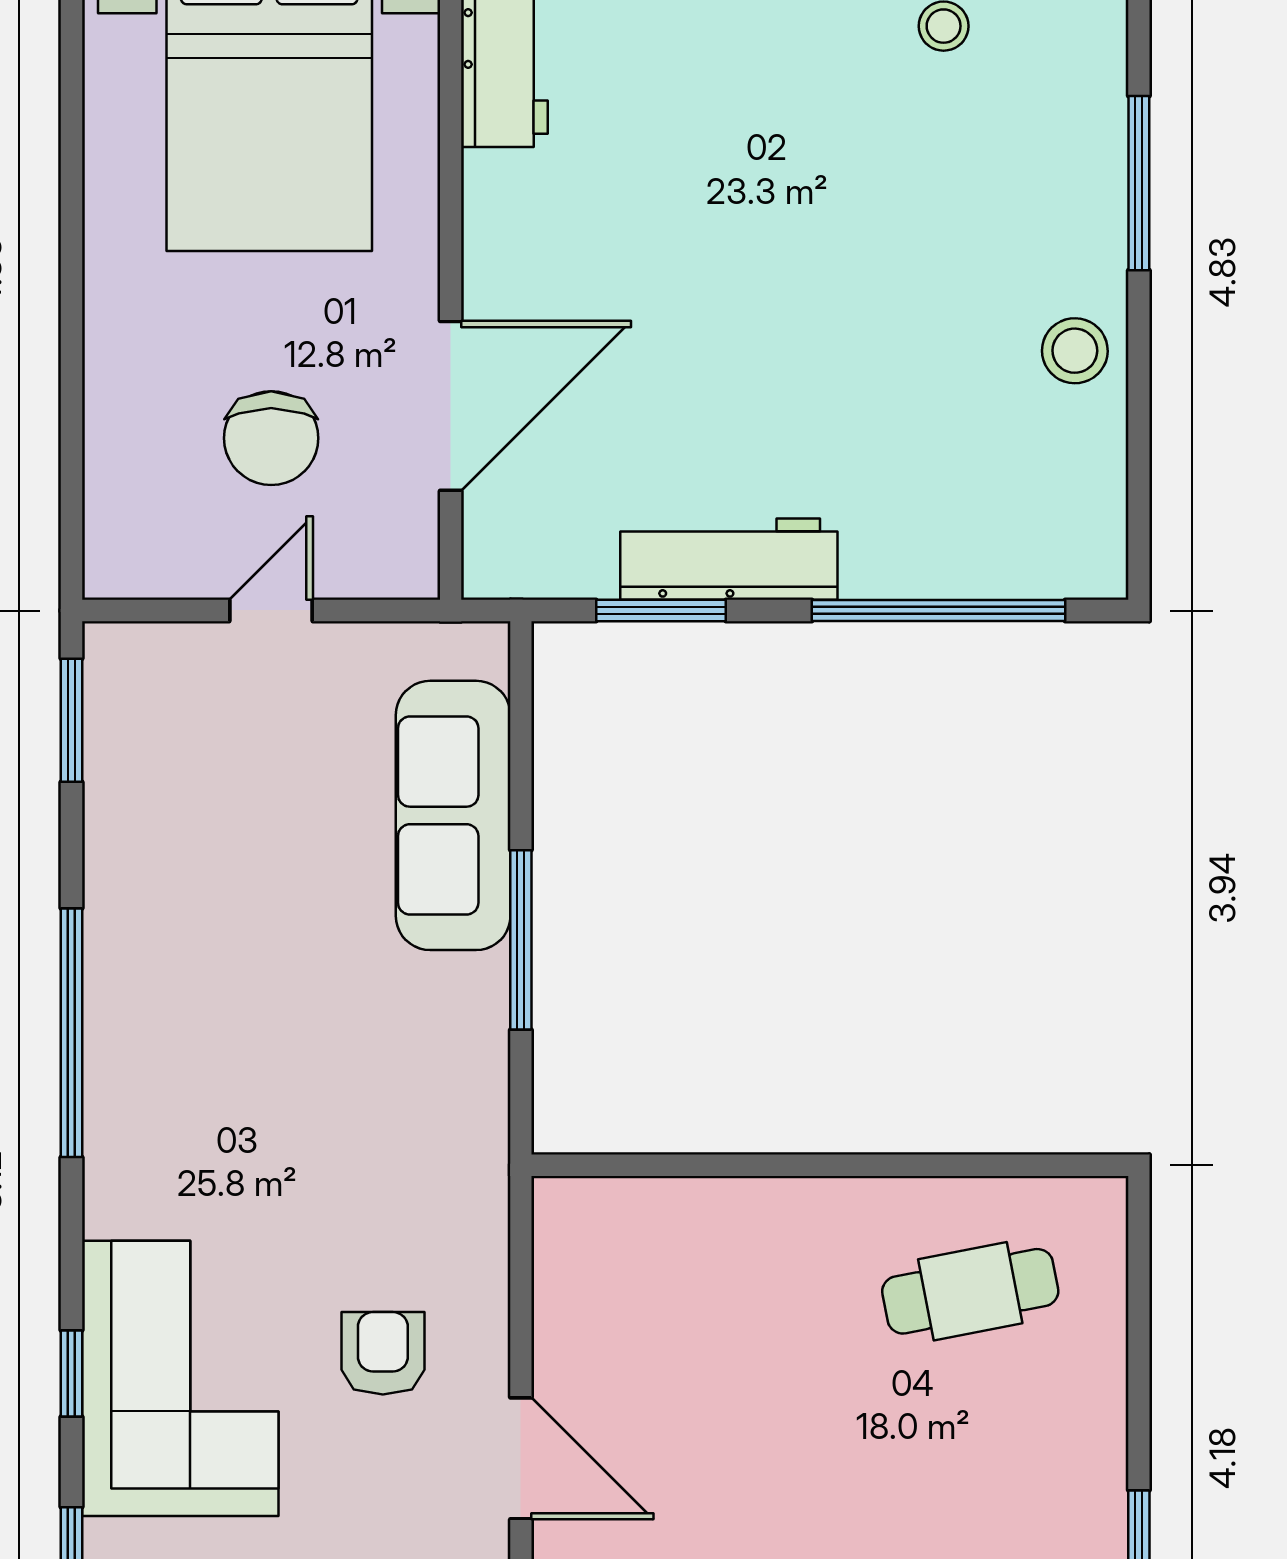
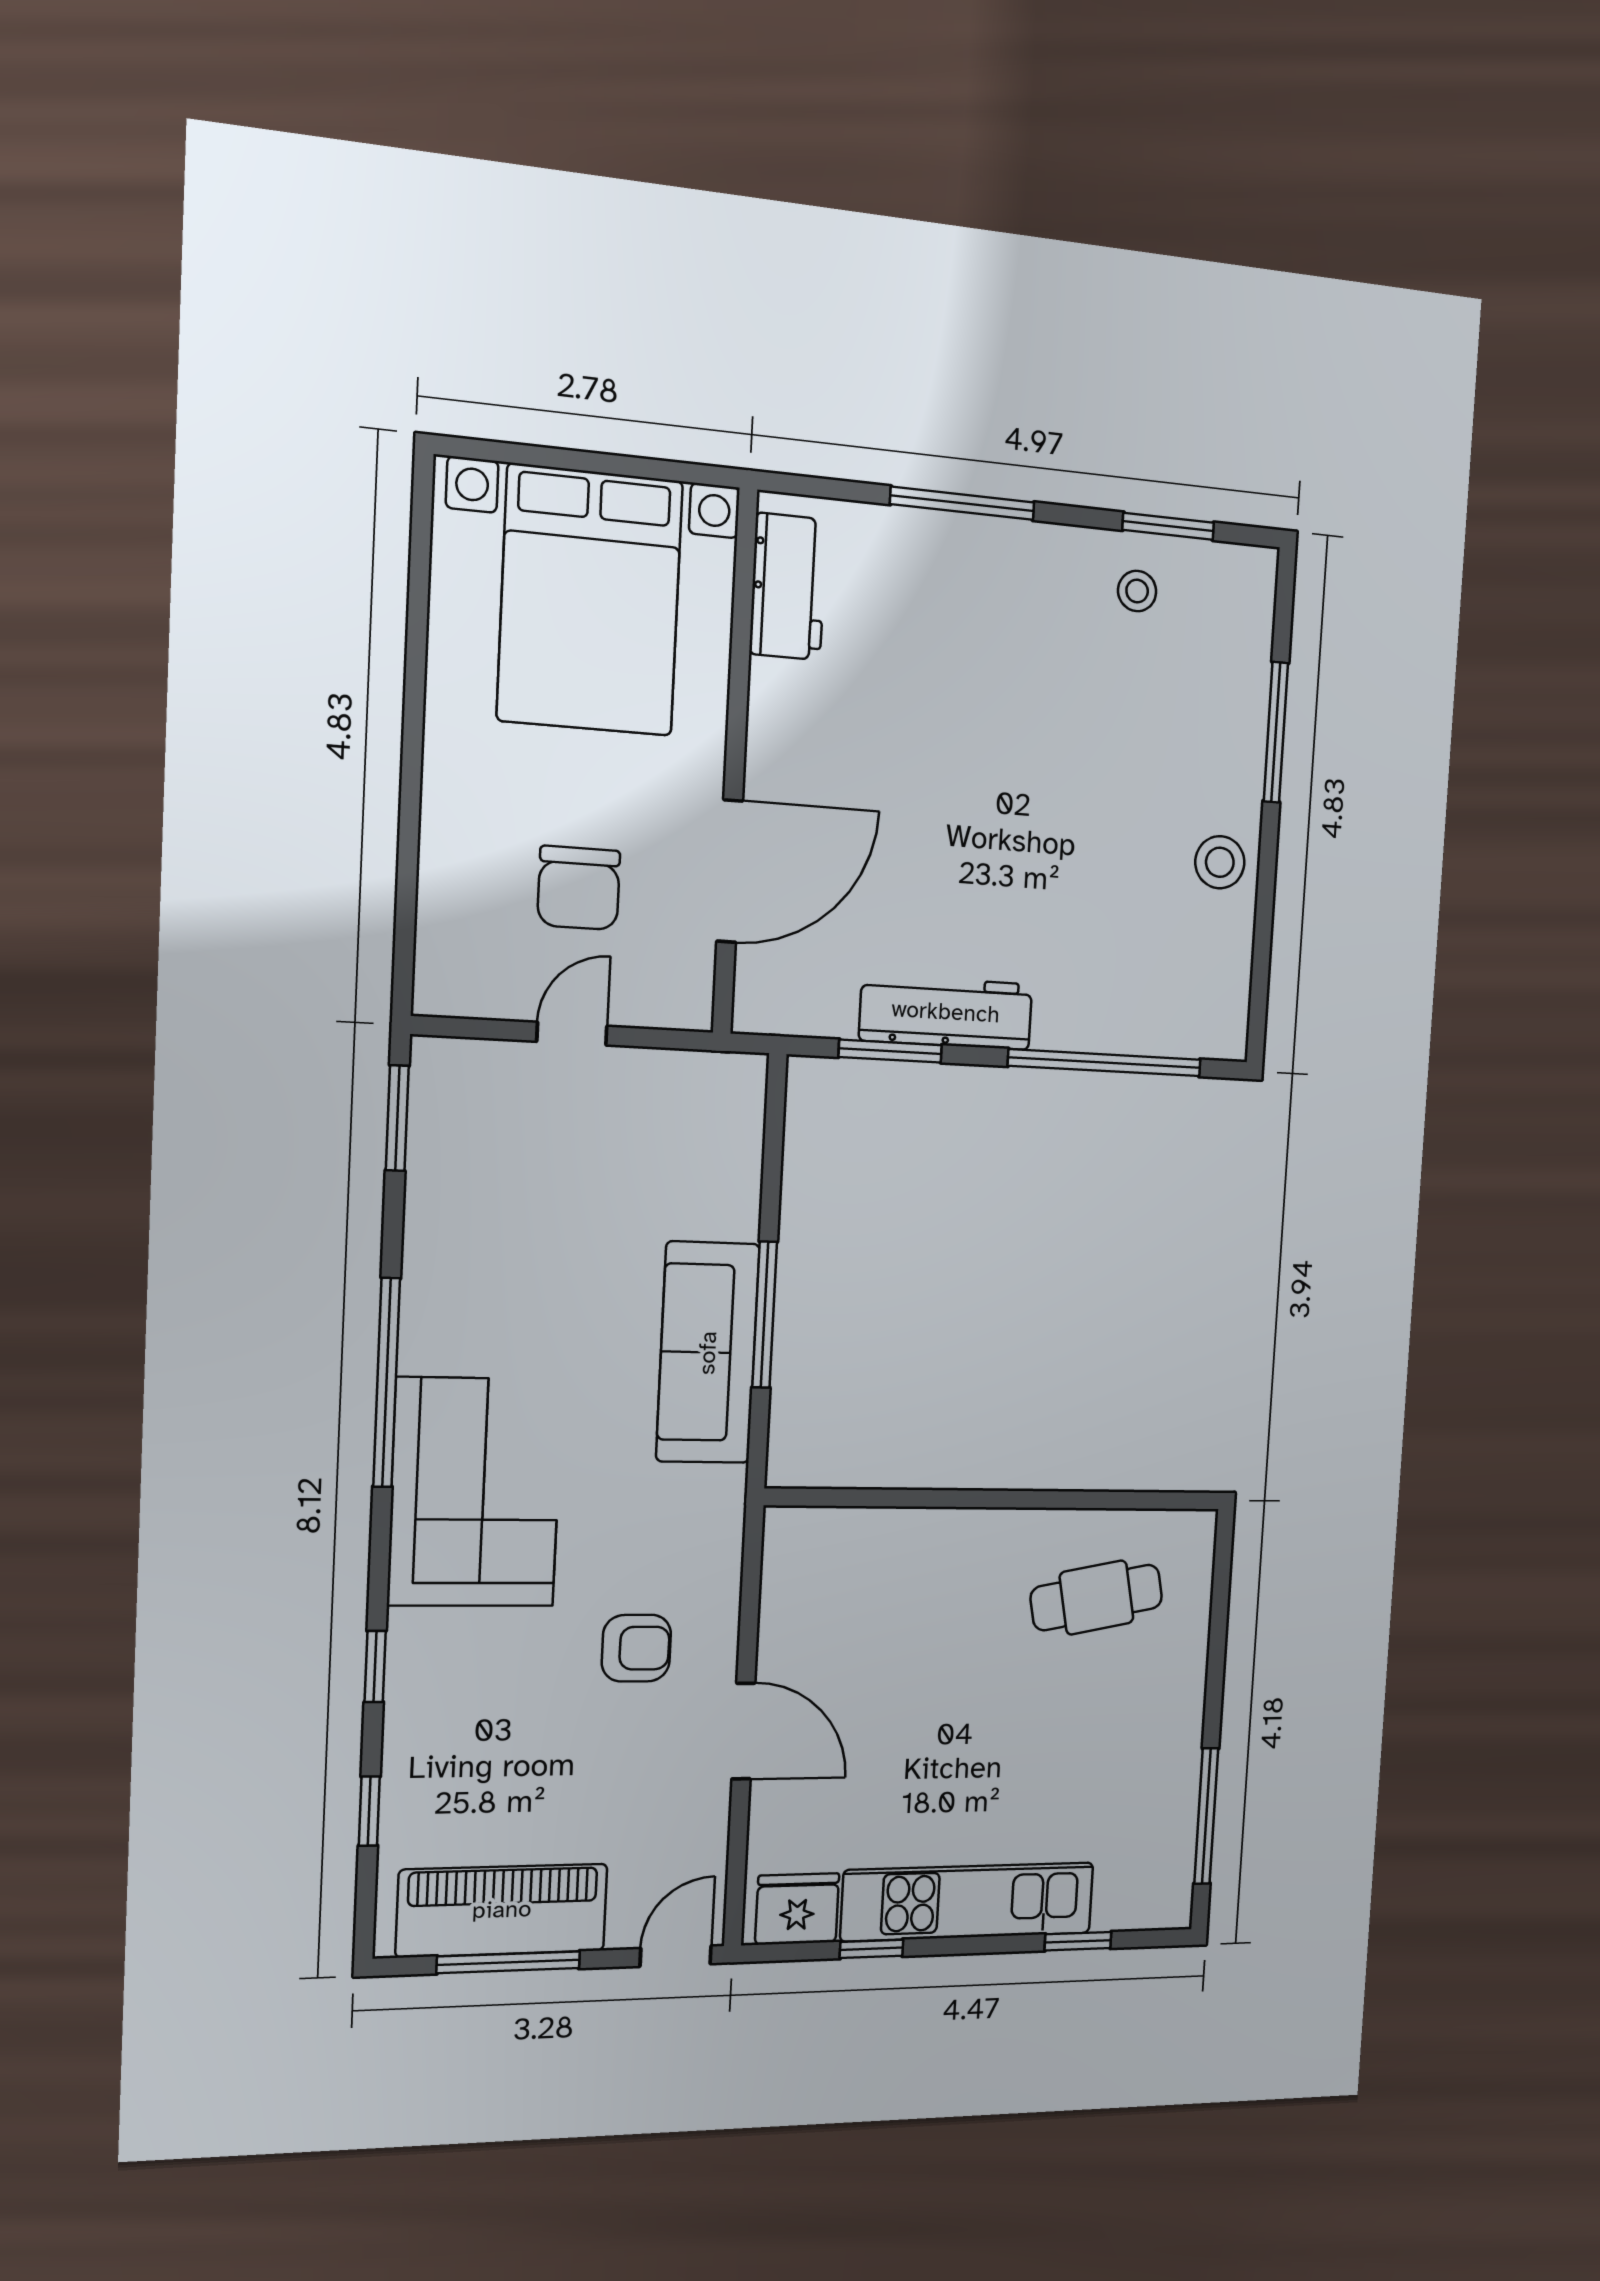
sofa: (453, 815) -> (708, 1353), moved
armchair: (383, 1353) -> (636, 1648), turned 90
corner sofa: (180, 1378) -> (475, 1492), moved

